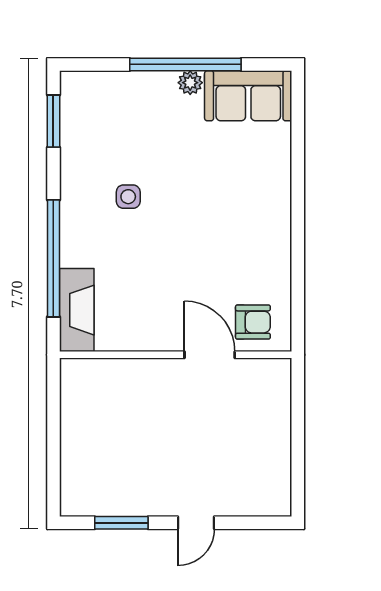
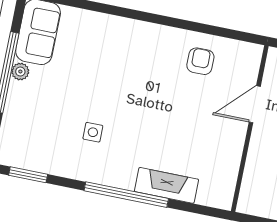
wall: (176, 355) -> (250, 129), moved
door: (210, 355) -> (255, 104), moved

